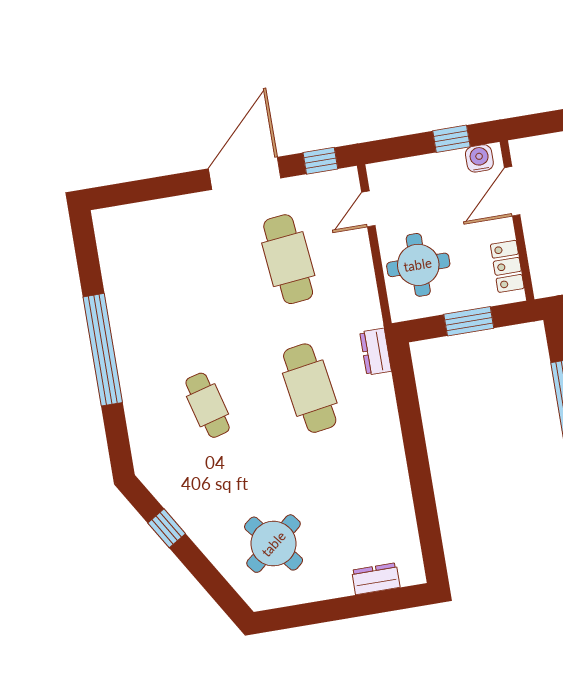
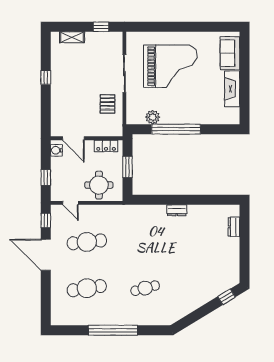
window: (451, 139) -> (46, 177), moved
dresser: (376, 352) -> (177, 210), moved
cafe table: (310, 388) -> (87, 288), moved
window: (167, 528) -> (226, 297), moved
round table: (274, 544) -> (211, 269), removed

